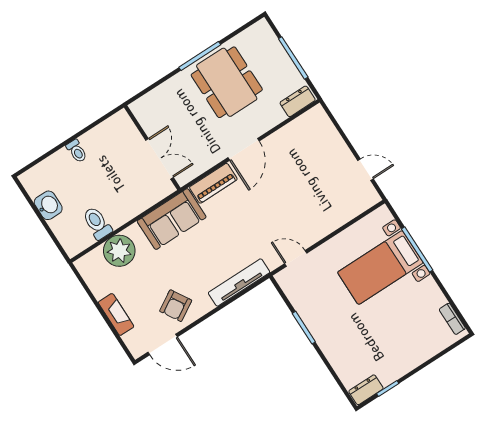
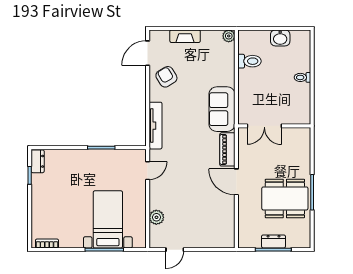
dresser: (298, 101) -> (274, 241), moved, turned -90
plant: (342, 214) -> (156, 217), added
plant: (119, 251) -> (229, 36), moved, width x0.53, depth x0.53

